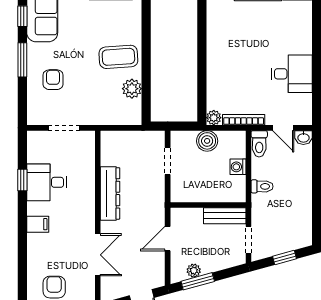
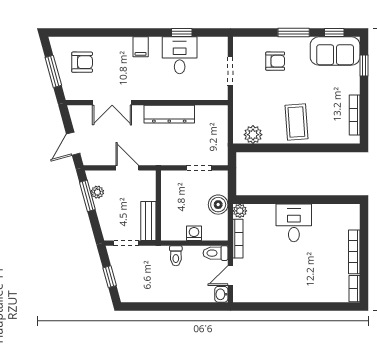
desk: (292, 74) -> (294, 223), moved, turned 180
plant: (132, 89) -> (253, 135), moved

